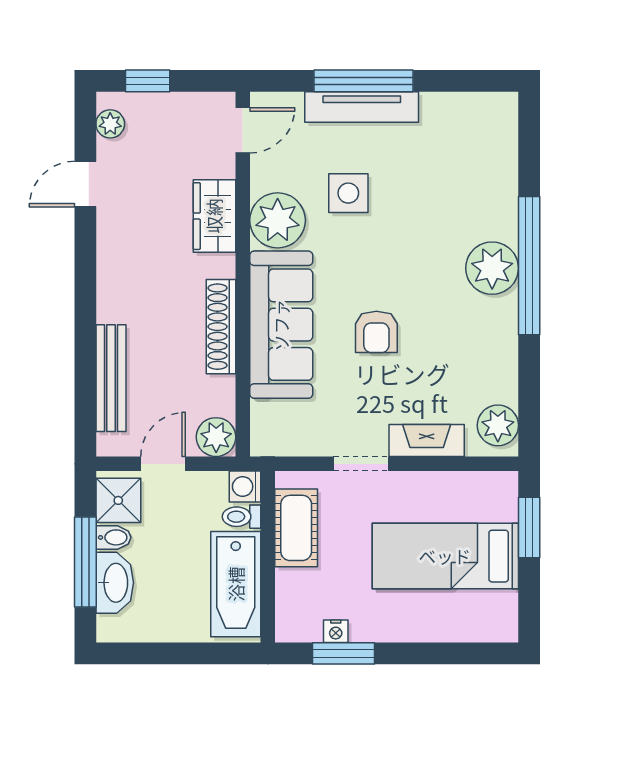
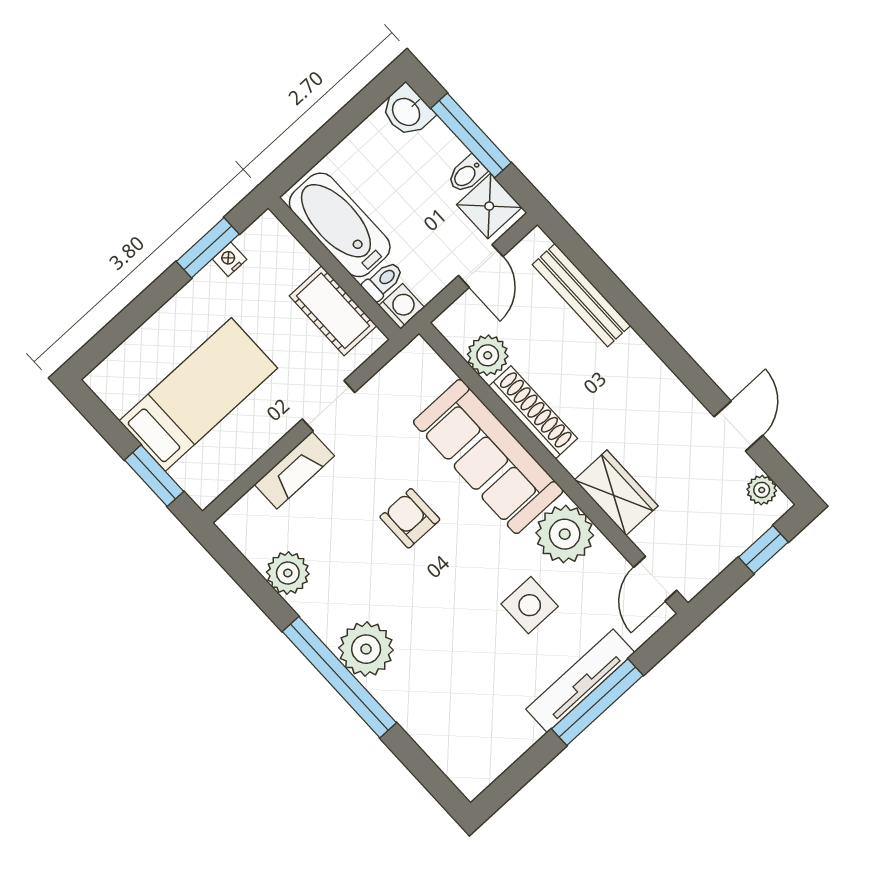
plant: (498, 425) -> (288, 573), moved
plant: (216, 437) -> (488, 355), moved
washbasin: (115, 583) -> (407, 111), moved, width x0.72

